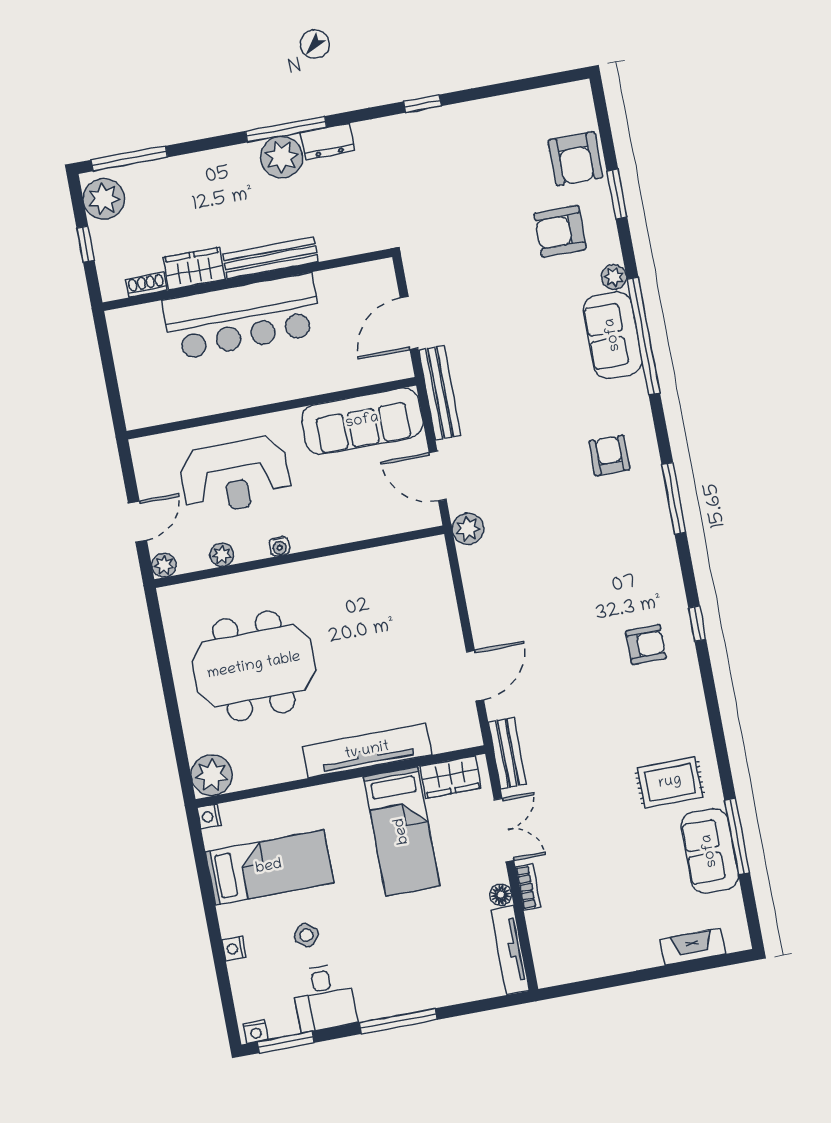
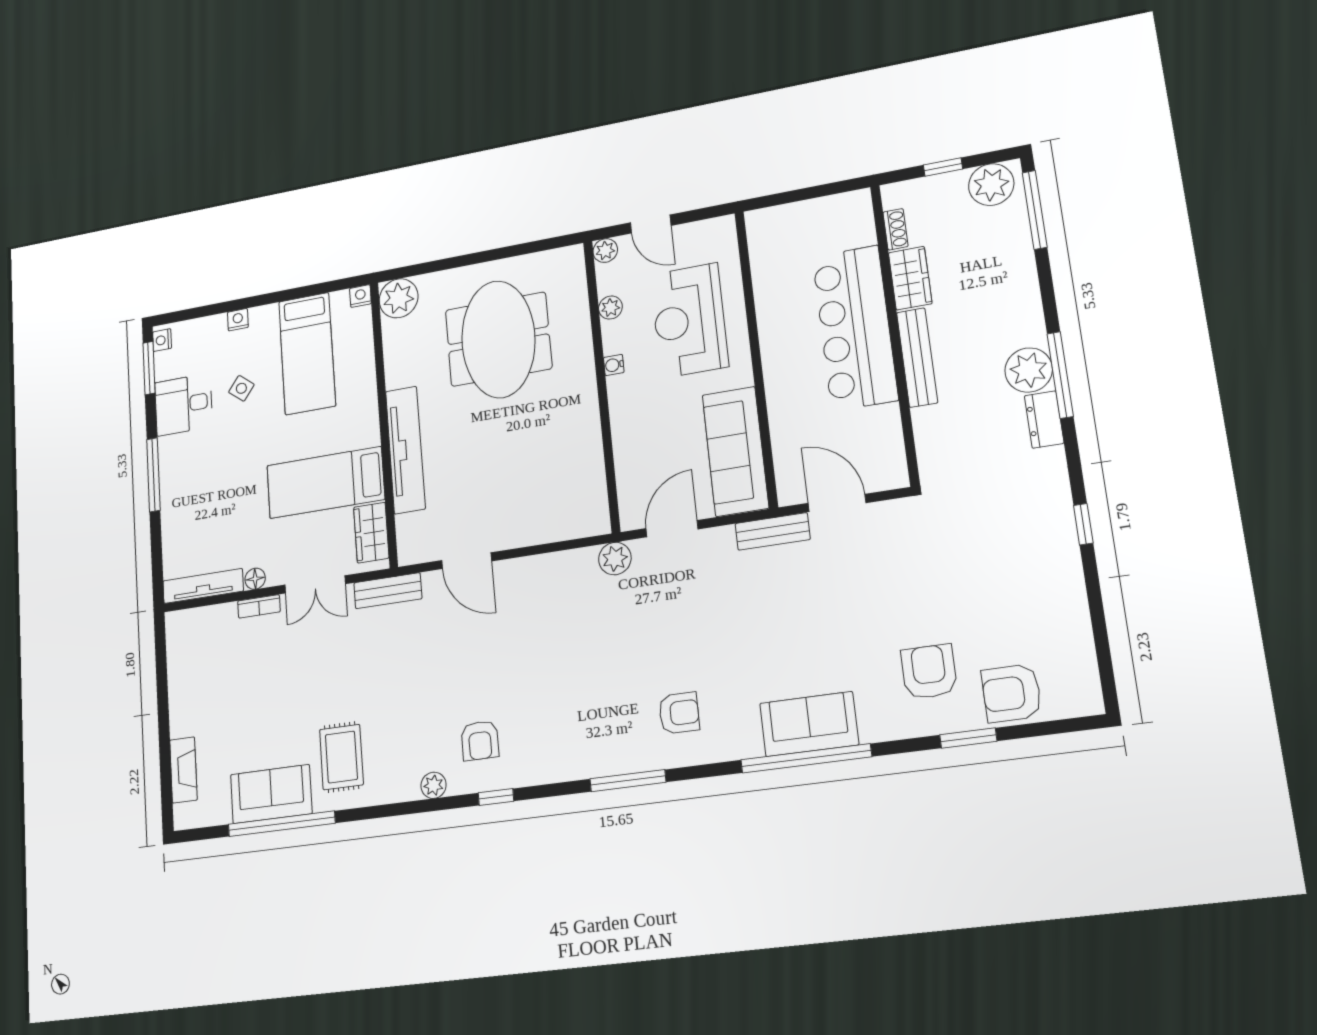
plant: (614, 277) -> (434, 785), moved
bench: (440, 393) -> (773, 531), width x0.73
window: (737, 836) -> (282, 824), width x1.46

